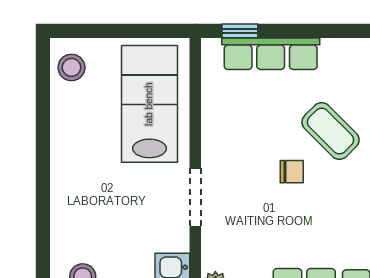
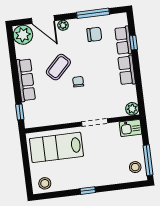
row of seats: (271, 54) -> (26, 80), moved
window: (43, 163) -> (88, 191), added

